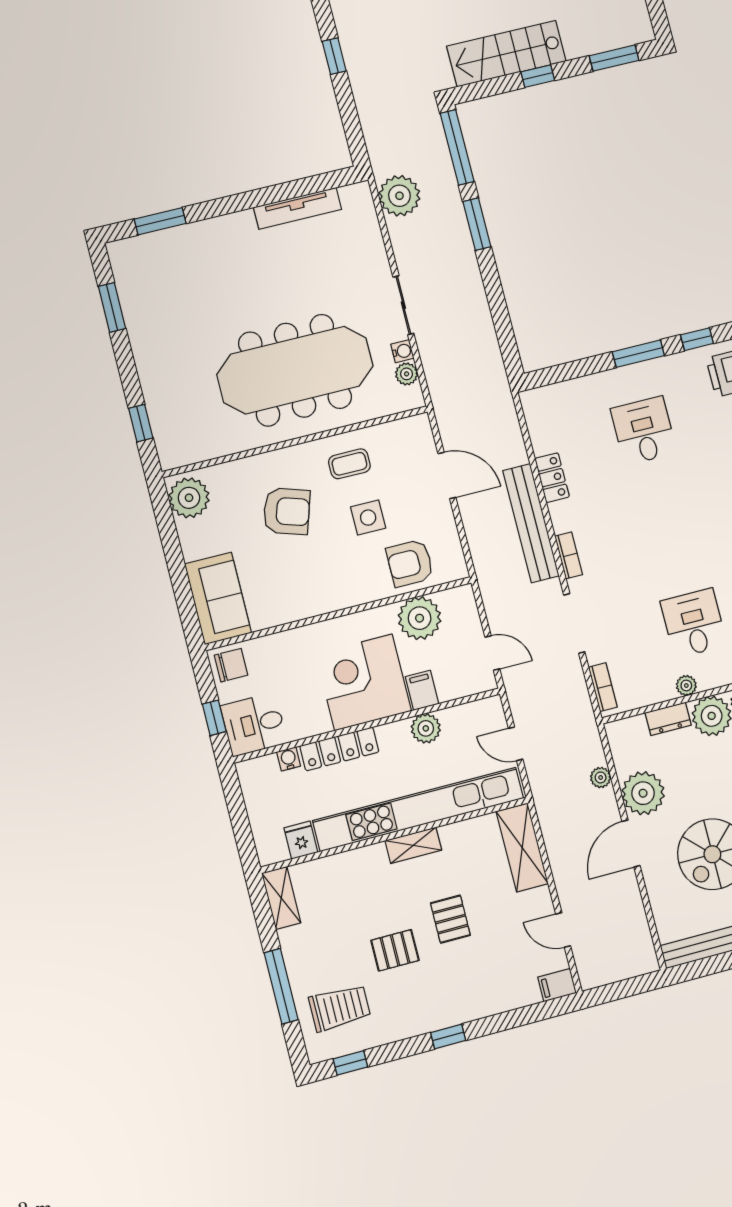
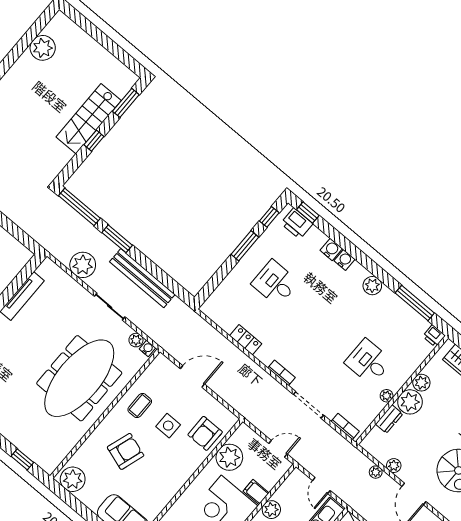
stairs: (506, 54) -> (89, 119), moved
plant: (399, 196) -> (83, 265), moved
water cooler: (402, 351) -> (147, 348), moved
bench: (531, 523) -> (142, 278), moved
door: (516, 744) -> (321, 485), hinge flipped
plant: (643, 793) -> (394, 466), width x0.53, depth x0.53

